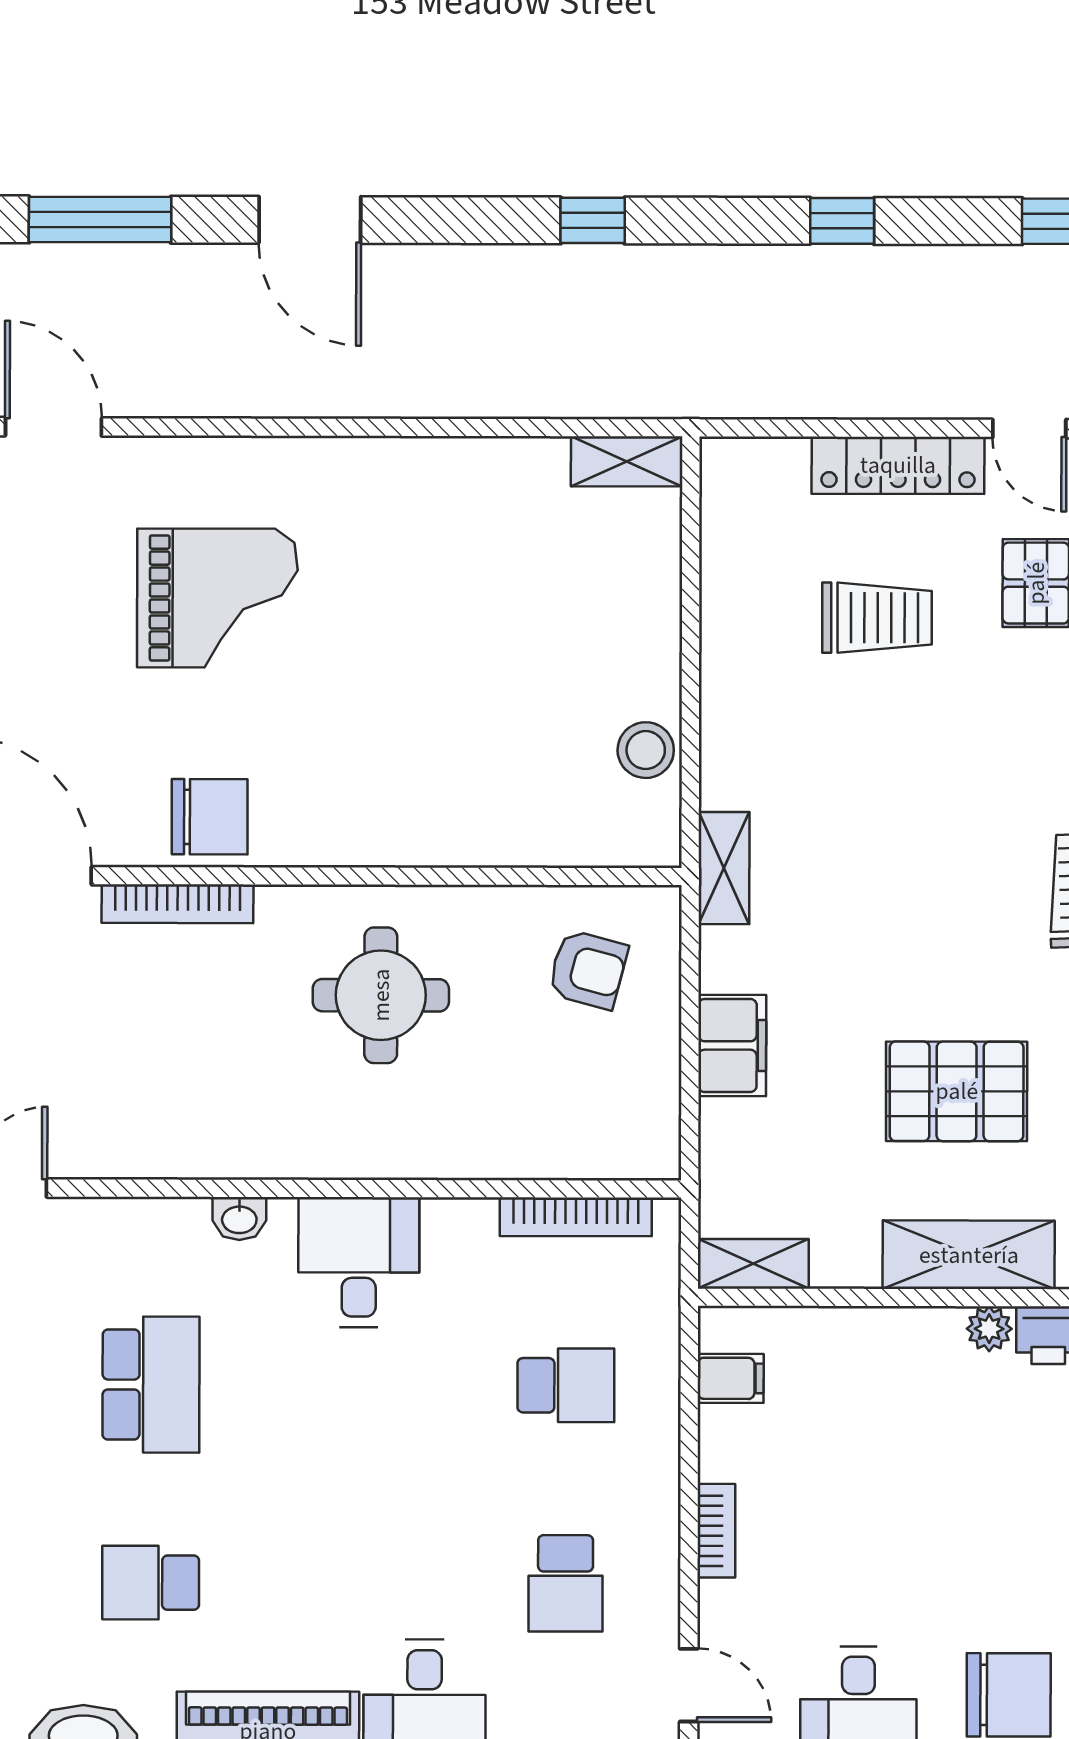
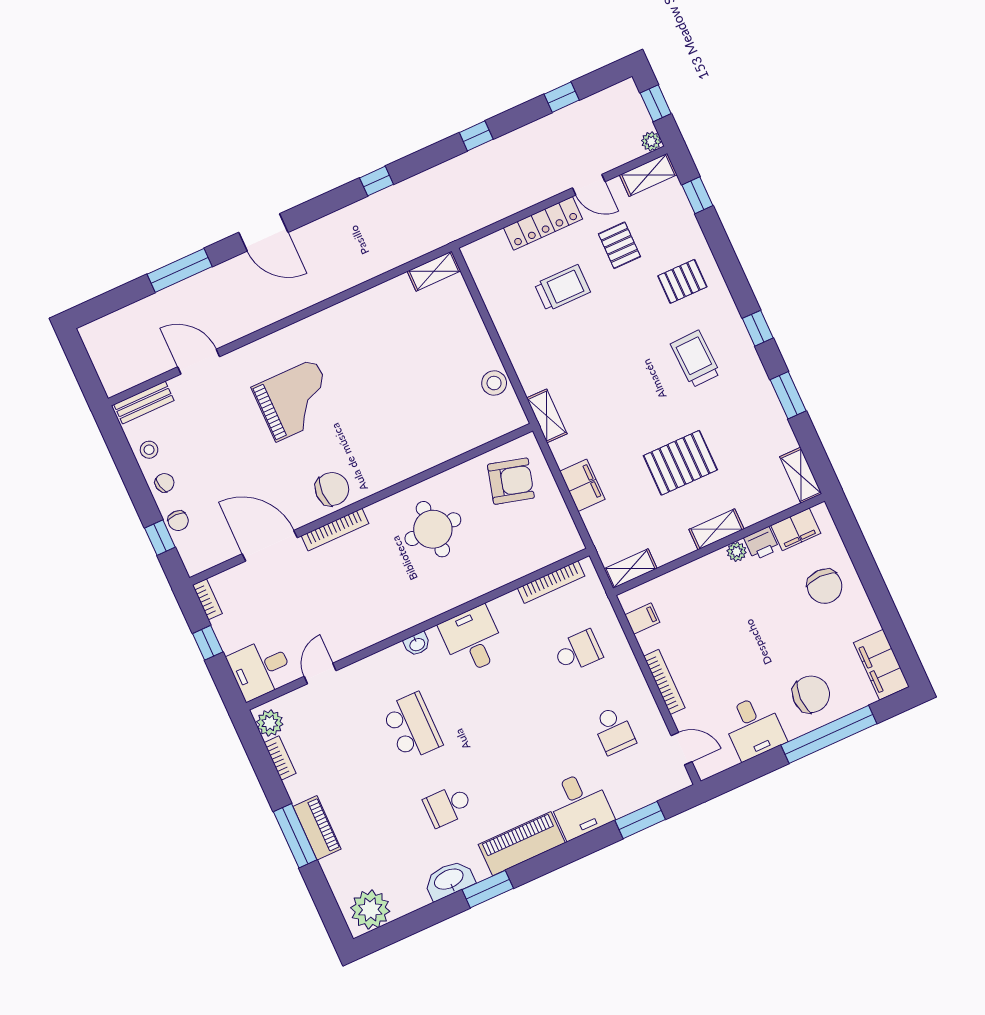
armchair: (588, 969) -> (511, 481), width x1.38, depth x1.38
shelving: (969, 1255) -> (716, 529), width x0.67, depth x0.75
bookcase: (716, 1531) -> (664, 682), width x1.56

